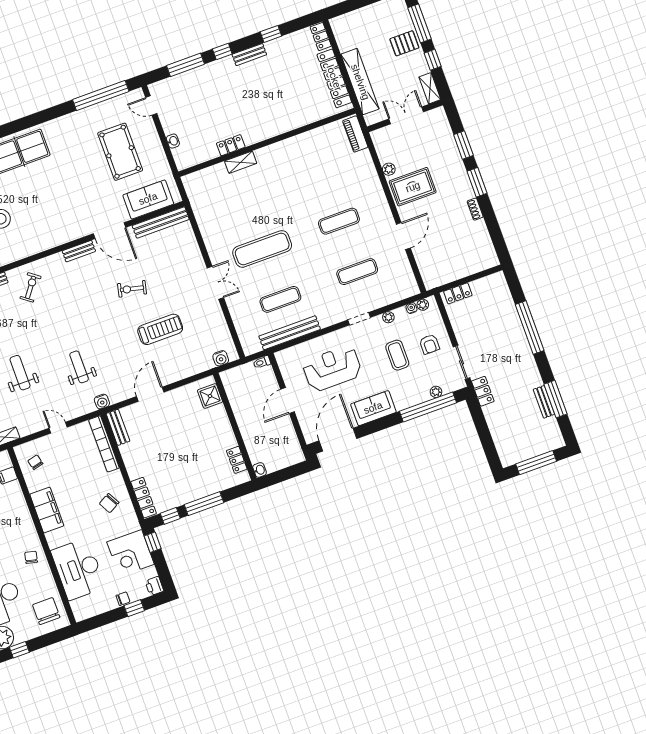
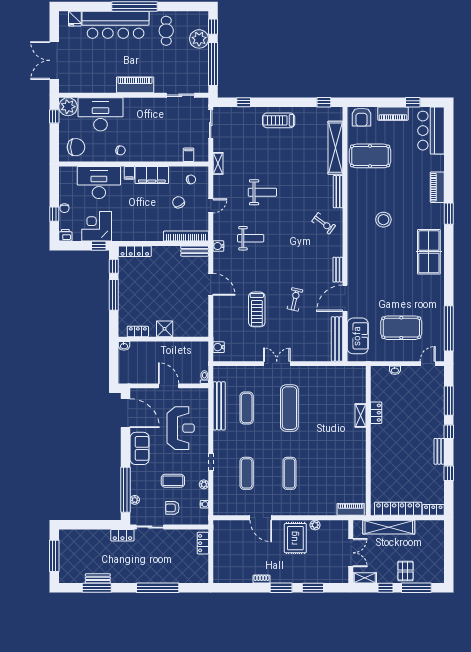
double door: (215, 283) -> (277, 364), swing flipped
plant: (423, 305) -> (204, 514), removed
shower: (210, 396) -> (165, 329), moved
chair: (109, 503) -> (179, 202), moved
filing cabinet: (54, 537) -> (129, 173), added

